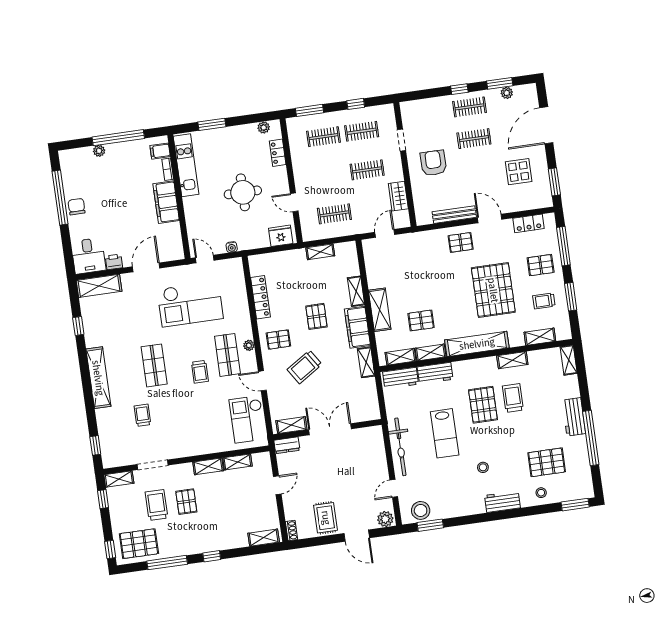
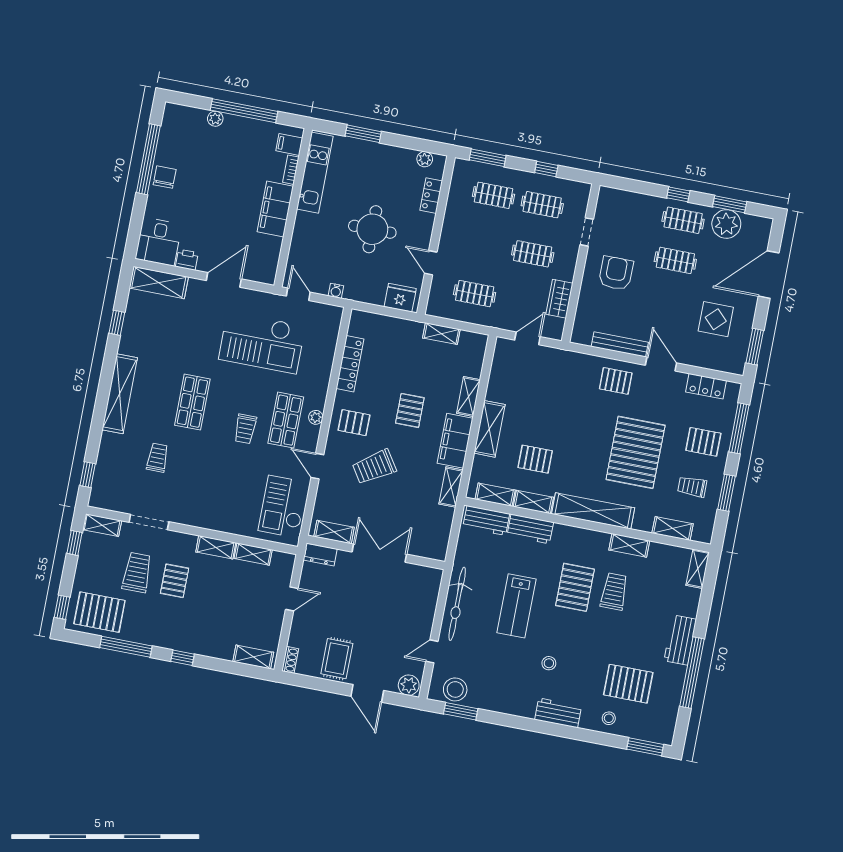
plant: (507, 93) -> (726, 224), width x1.88, depth x1.88

